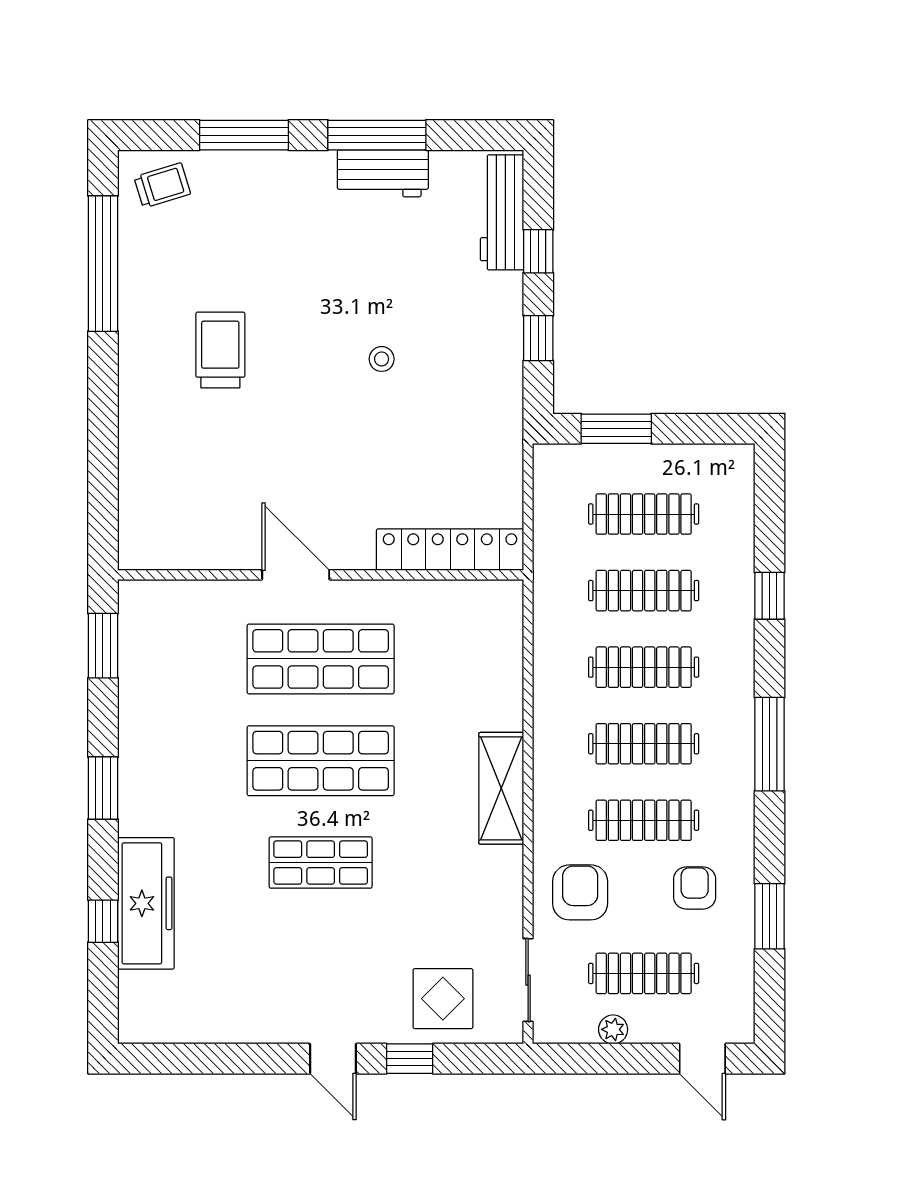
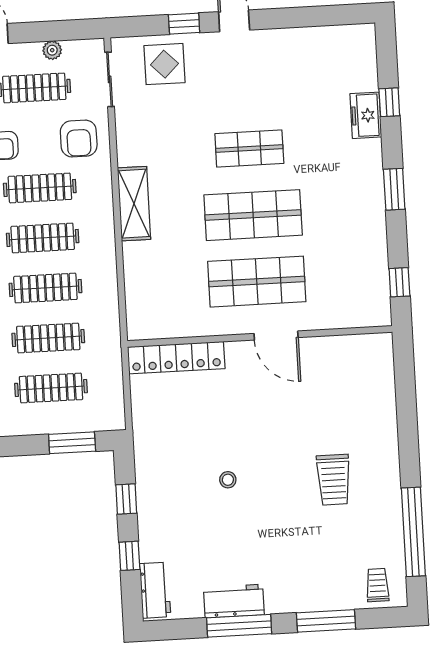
trolley: (162, 185) -> (377, 585), turned 107
workbench: (502, 212) -> (155, 590), width x0.73
window: (103, 646) -> (399, 282), width x0.67
freezer: (146, 903) -> (366, 115), width x0.52, depth x0.79

